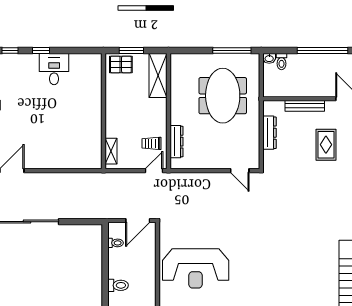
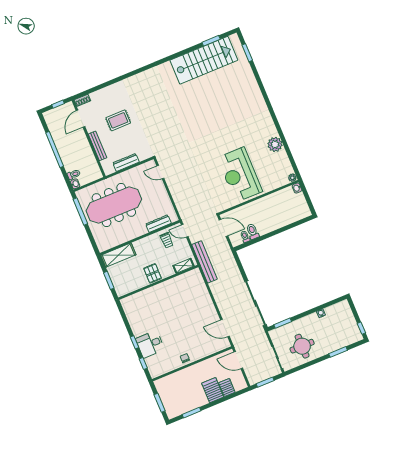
pallet: (121, 64) -> (153, 273), moved
desk: (54, 69) -> (150, 344), moved
meeting table: (223, 96) -> (114, 205), width x1.36
door: (240, 171) -> (160, 172), swing flipped
bench: (105, 179) -> (205, 262), added
reception desk: (196, 268) -> (240, 175), turned 180
toilet: (118, 285) -> (253, 231), moved

